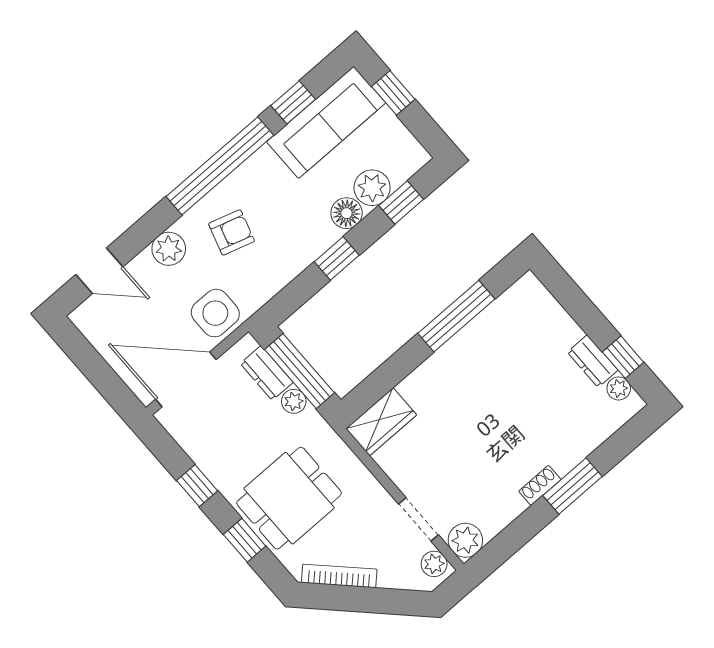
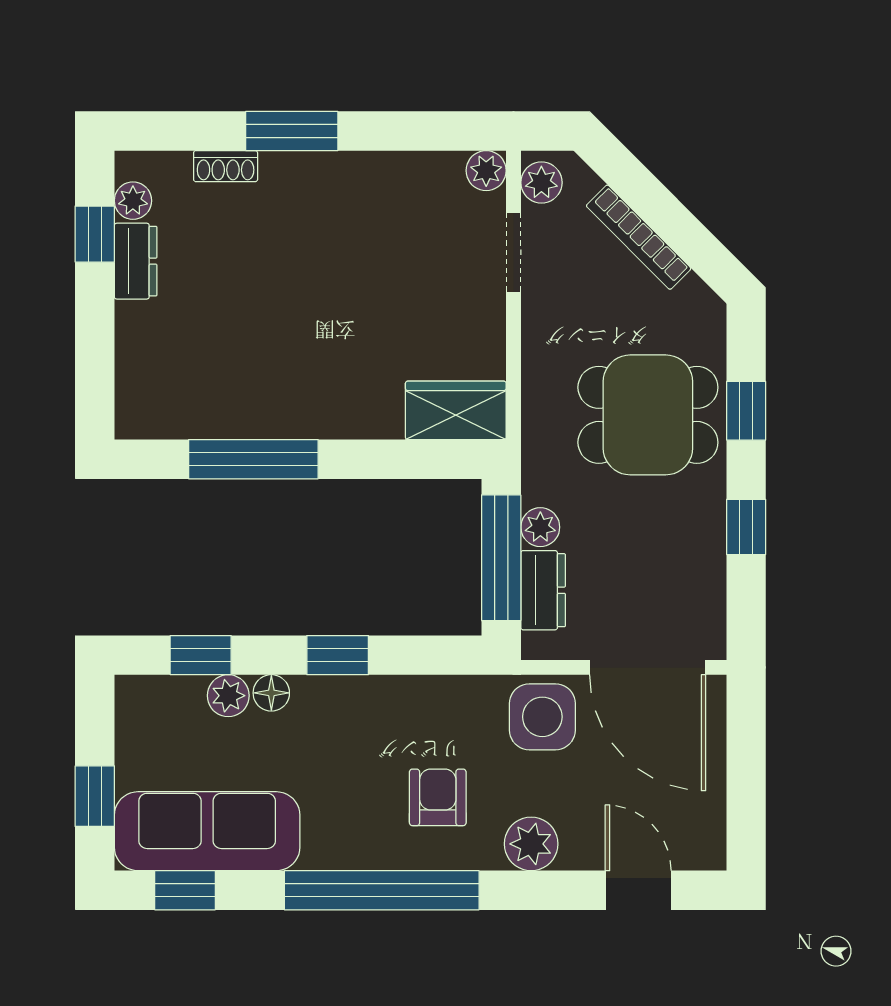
window: (293, 102) -> (185, 890), moved
plant: (372, 188) -> (228, 696), width x0.73, depth x0.73
floor lamp: (347, 213) -> (271, 693), width x0.73, depth x0.73
armchair: (232, 232) -> (438, 797), turned 73
shoe rack: (540, 485) -> (226, 166), moved
plant: (465, 540) -> (486, 171), width x0.73, depth x0.73
bookcase: (339, 576) -> (639, 237), moved

